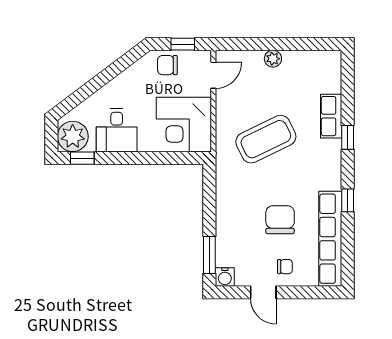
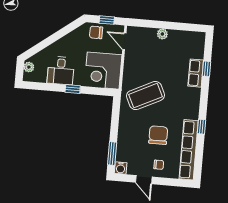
door: (213, 75) -> (124, 41), swing flipped
plant: (73, 136) -> (29, 67), width x0.53, depth x0.53
window: (348, 137) -> (206, 69), moved
coffee table: (266, 139) -> (146, 96), moved
window: (82, 158) -> (73, 89), moved

